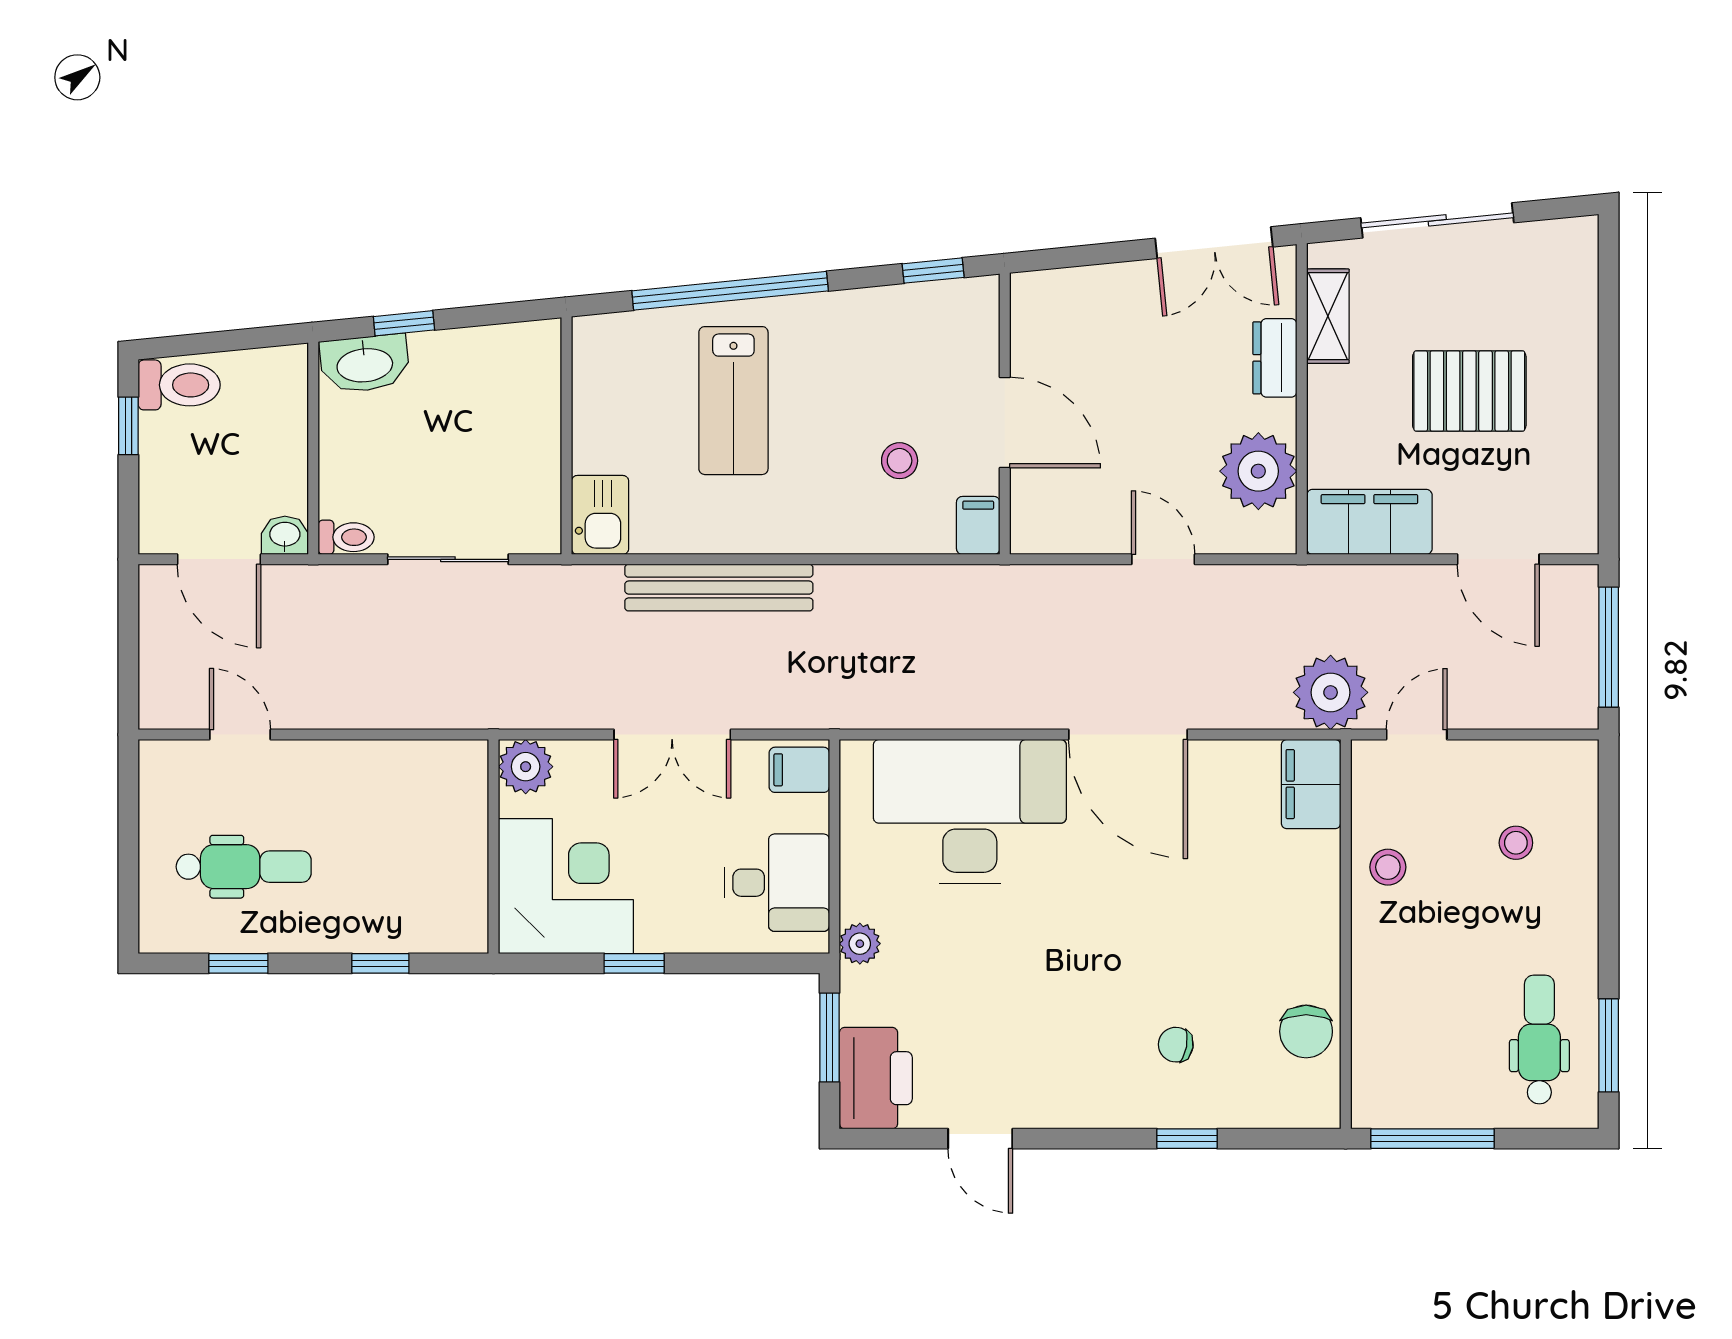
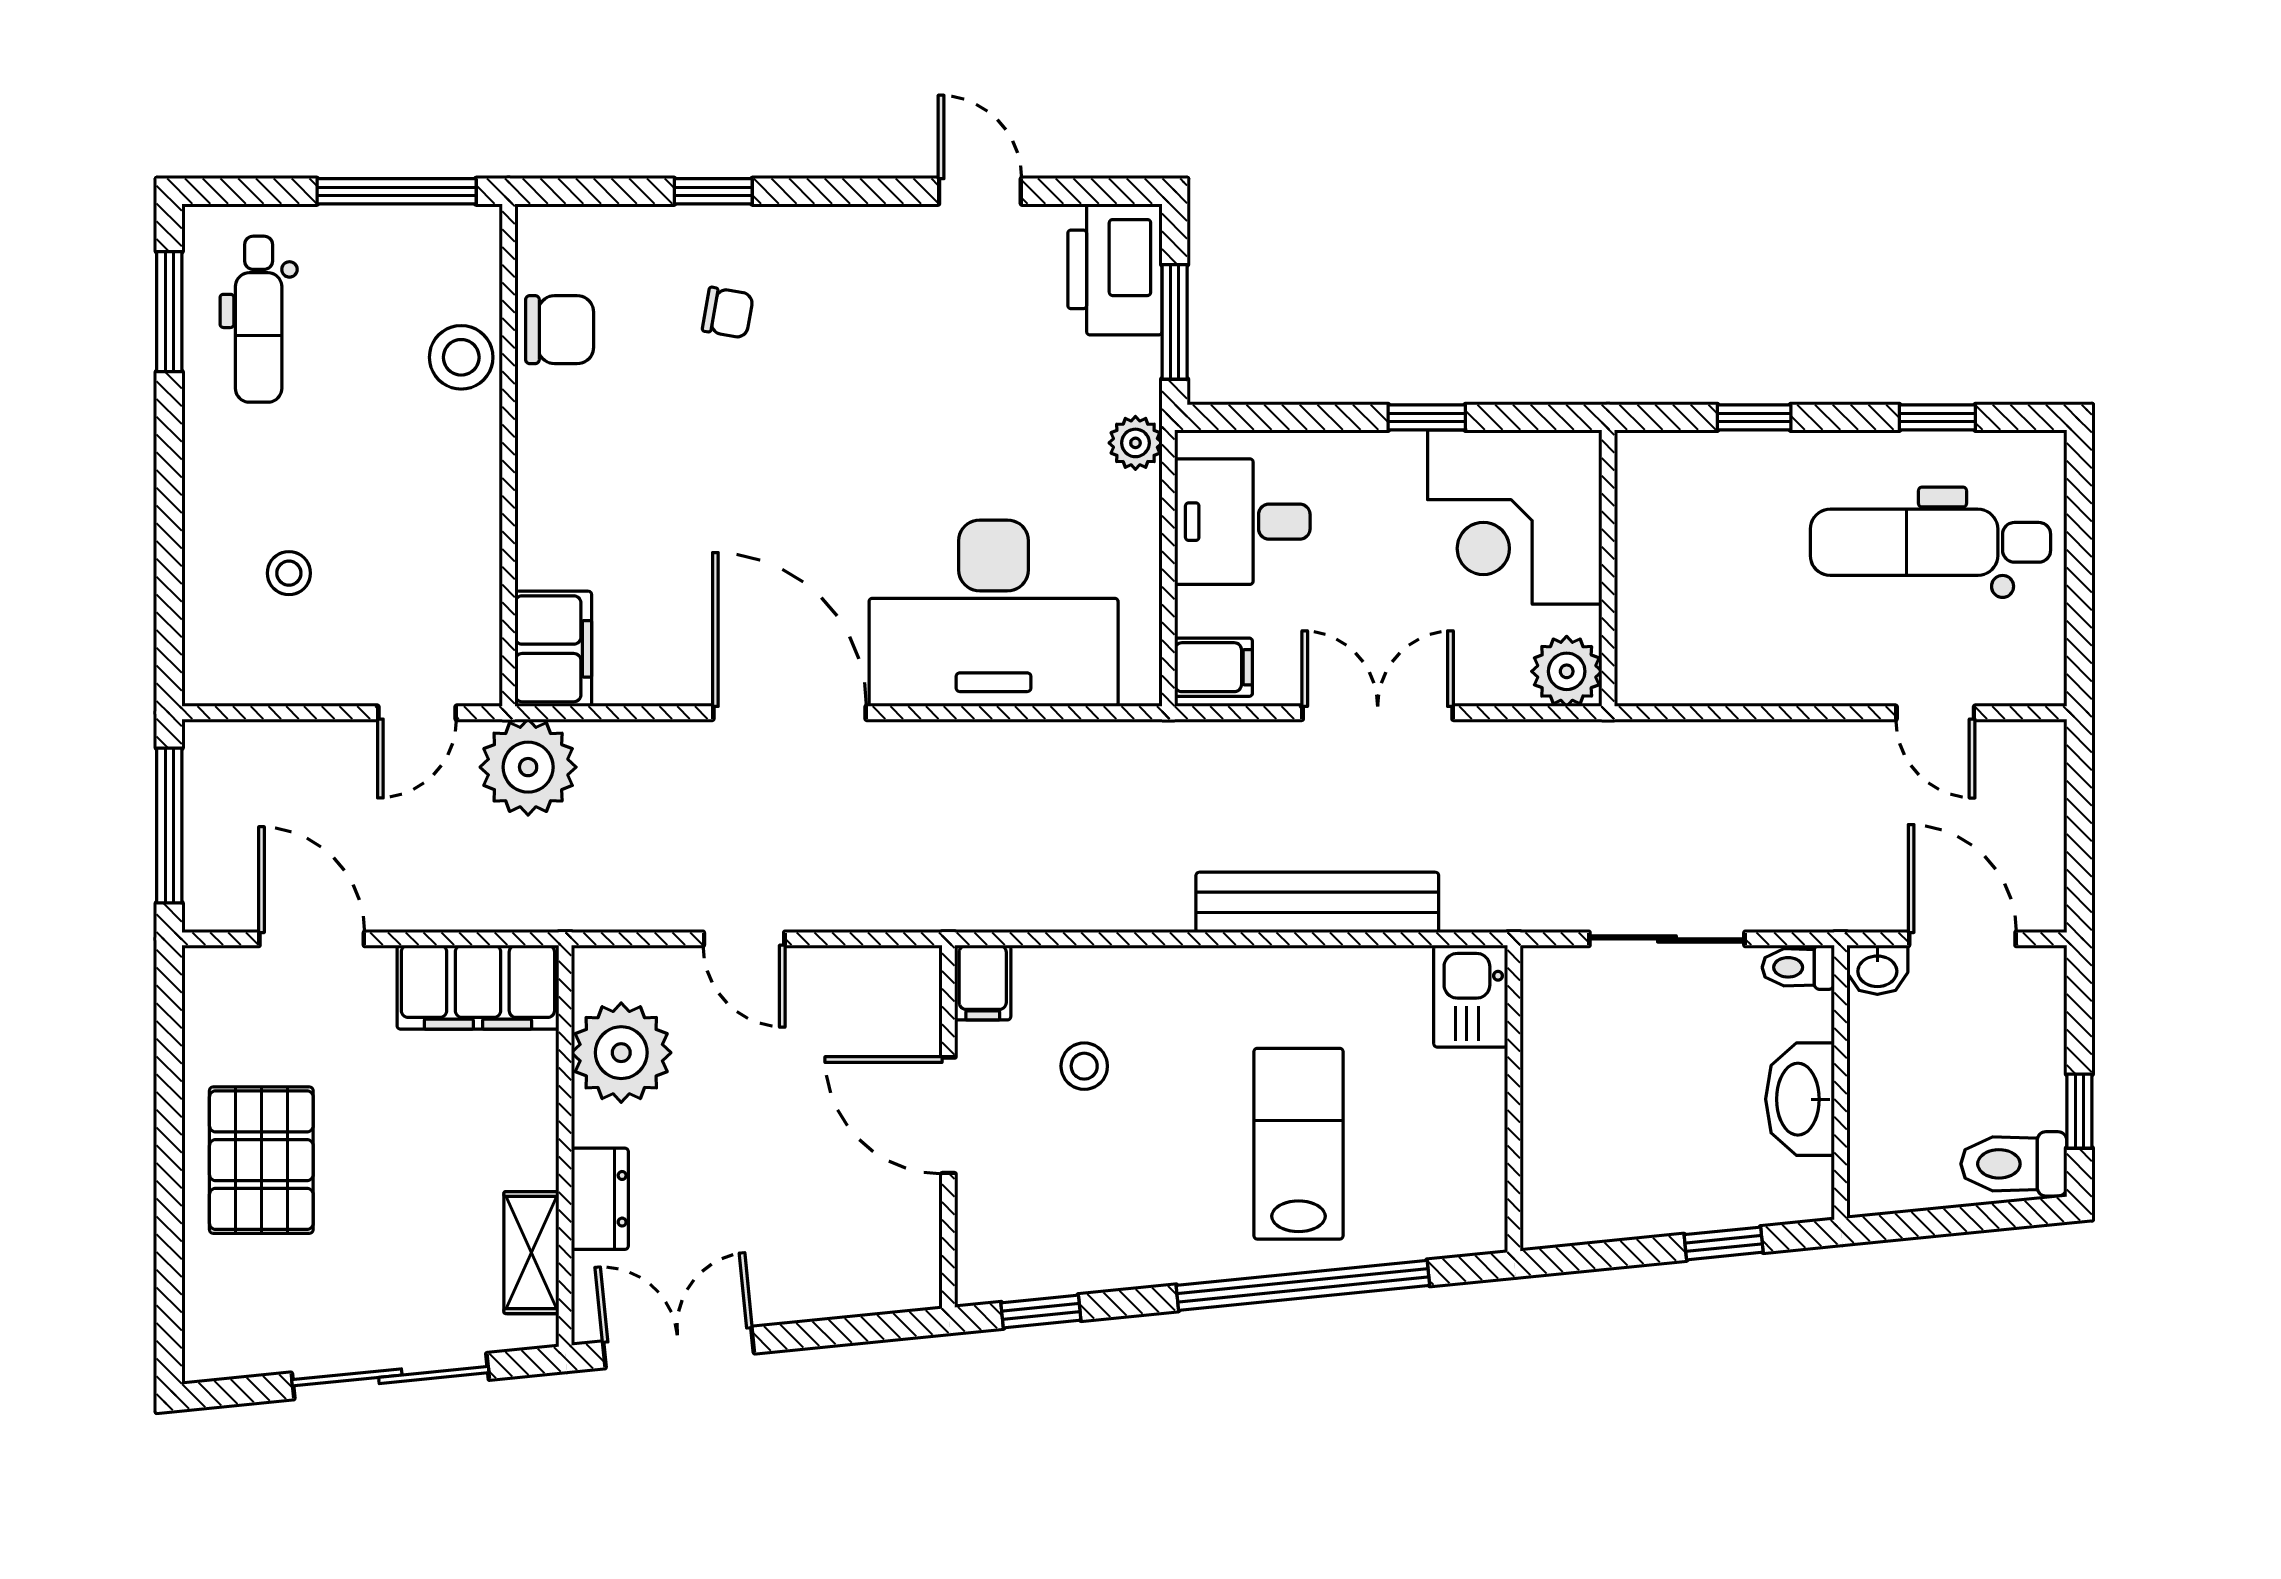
washbasin: (365, 364) -> (1800, 1099), moved, turned -84
pallet: (1469, 391) -> (261, 1160), moved, turned 90
dental chair: (244, 867) -> (1930, 542), width x1.36, depth x1.38
stool: (1388, 867) -> (461, 357), moved, width x1.37, depth x1.37
chair: (1306, 1031) -> (560, 330), turned 90

